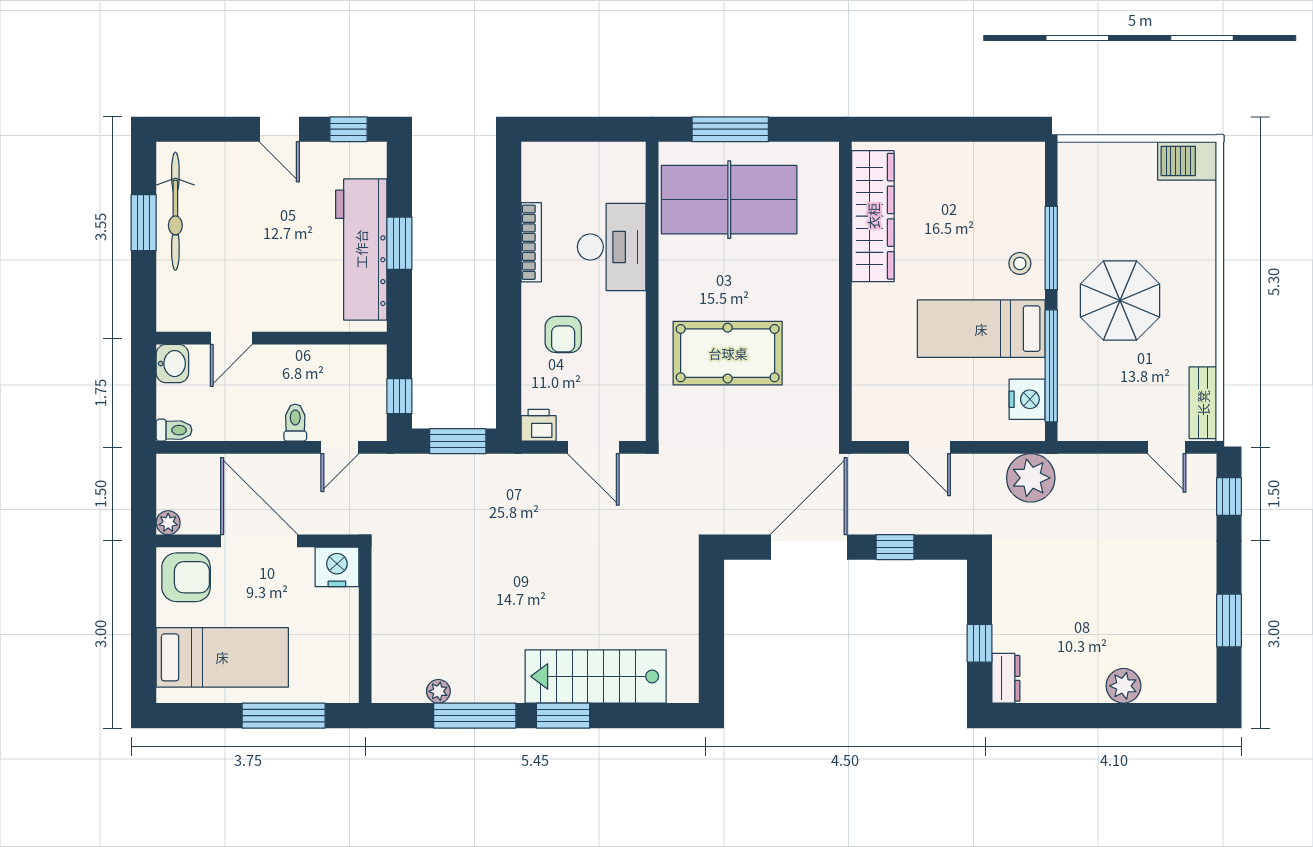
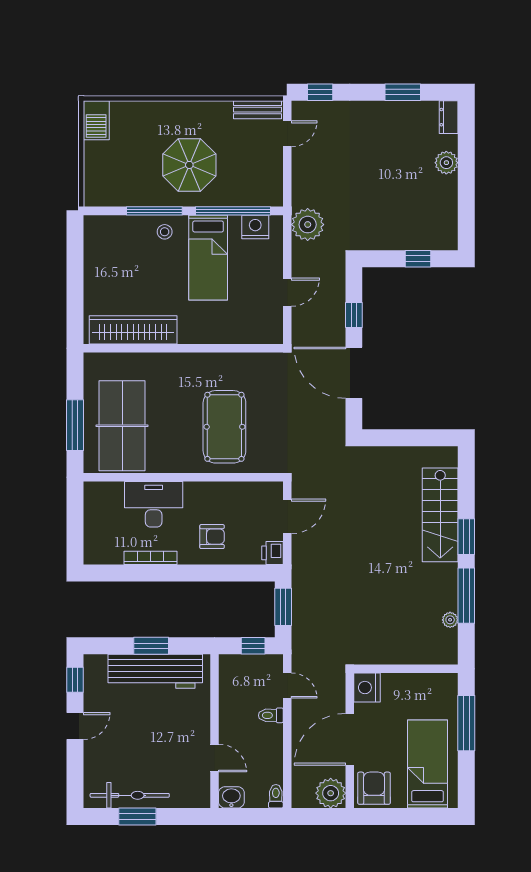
plant: (168, 523) -> (331, 793), width x1.88, depth x1.88
dresser: (1006, 678) -> (449, 117), moved, turned -90

